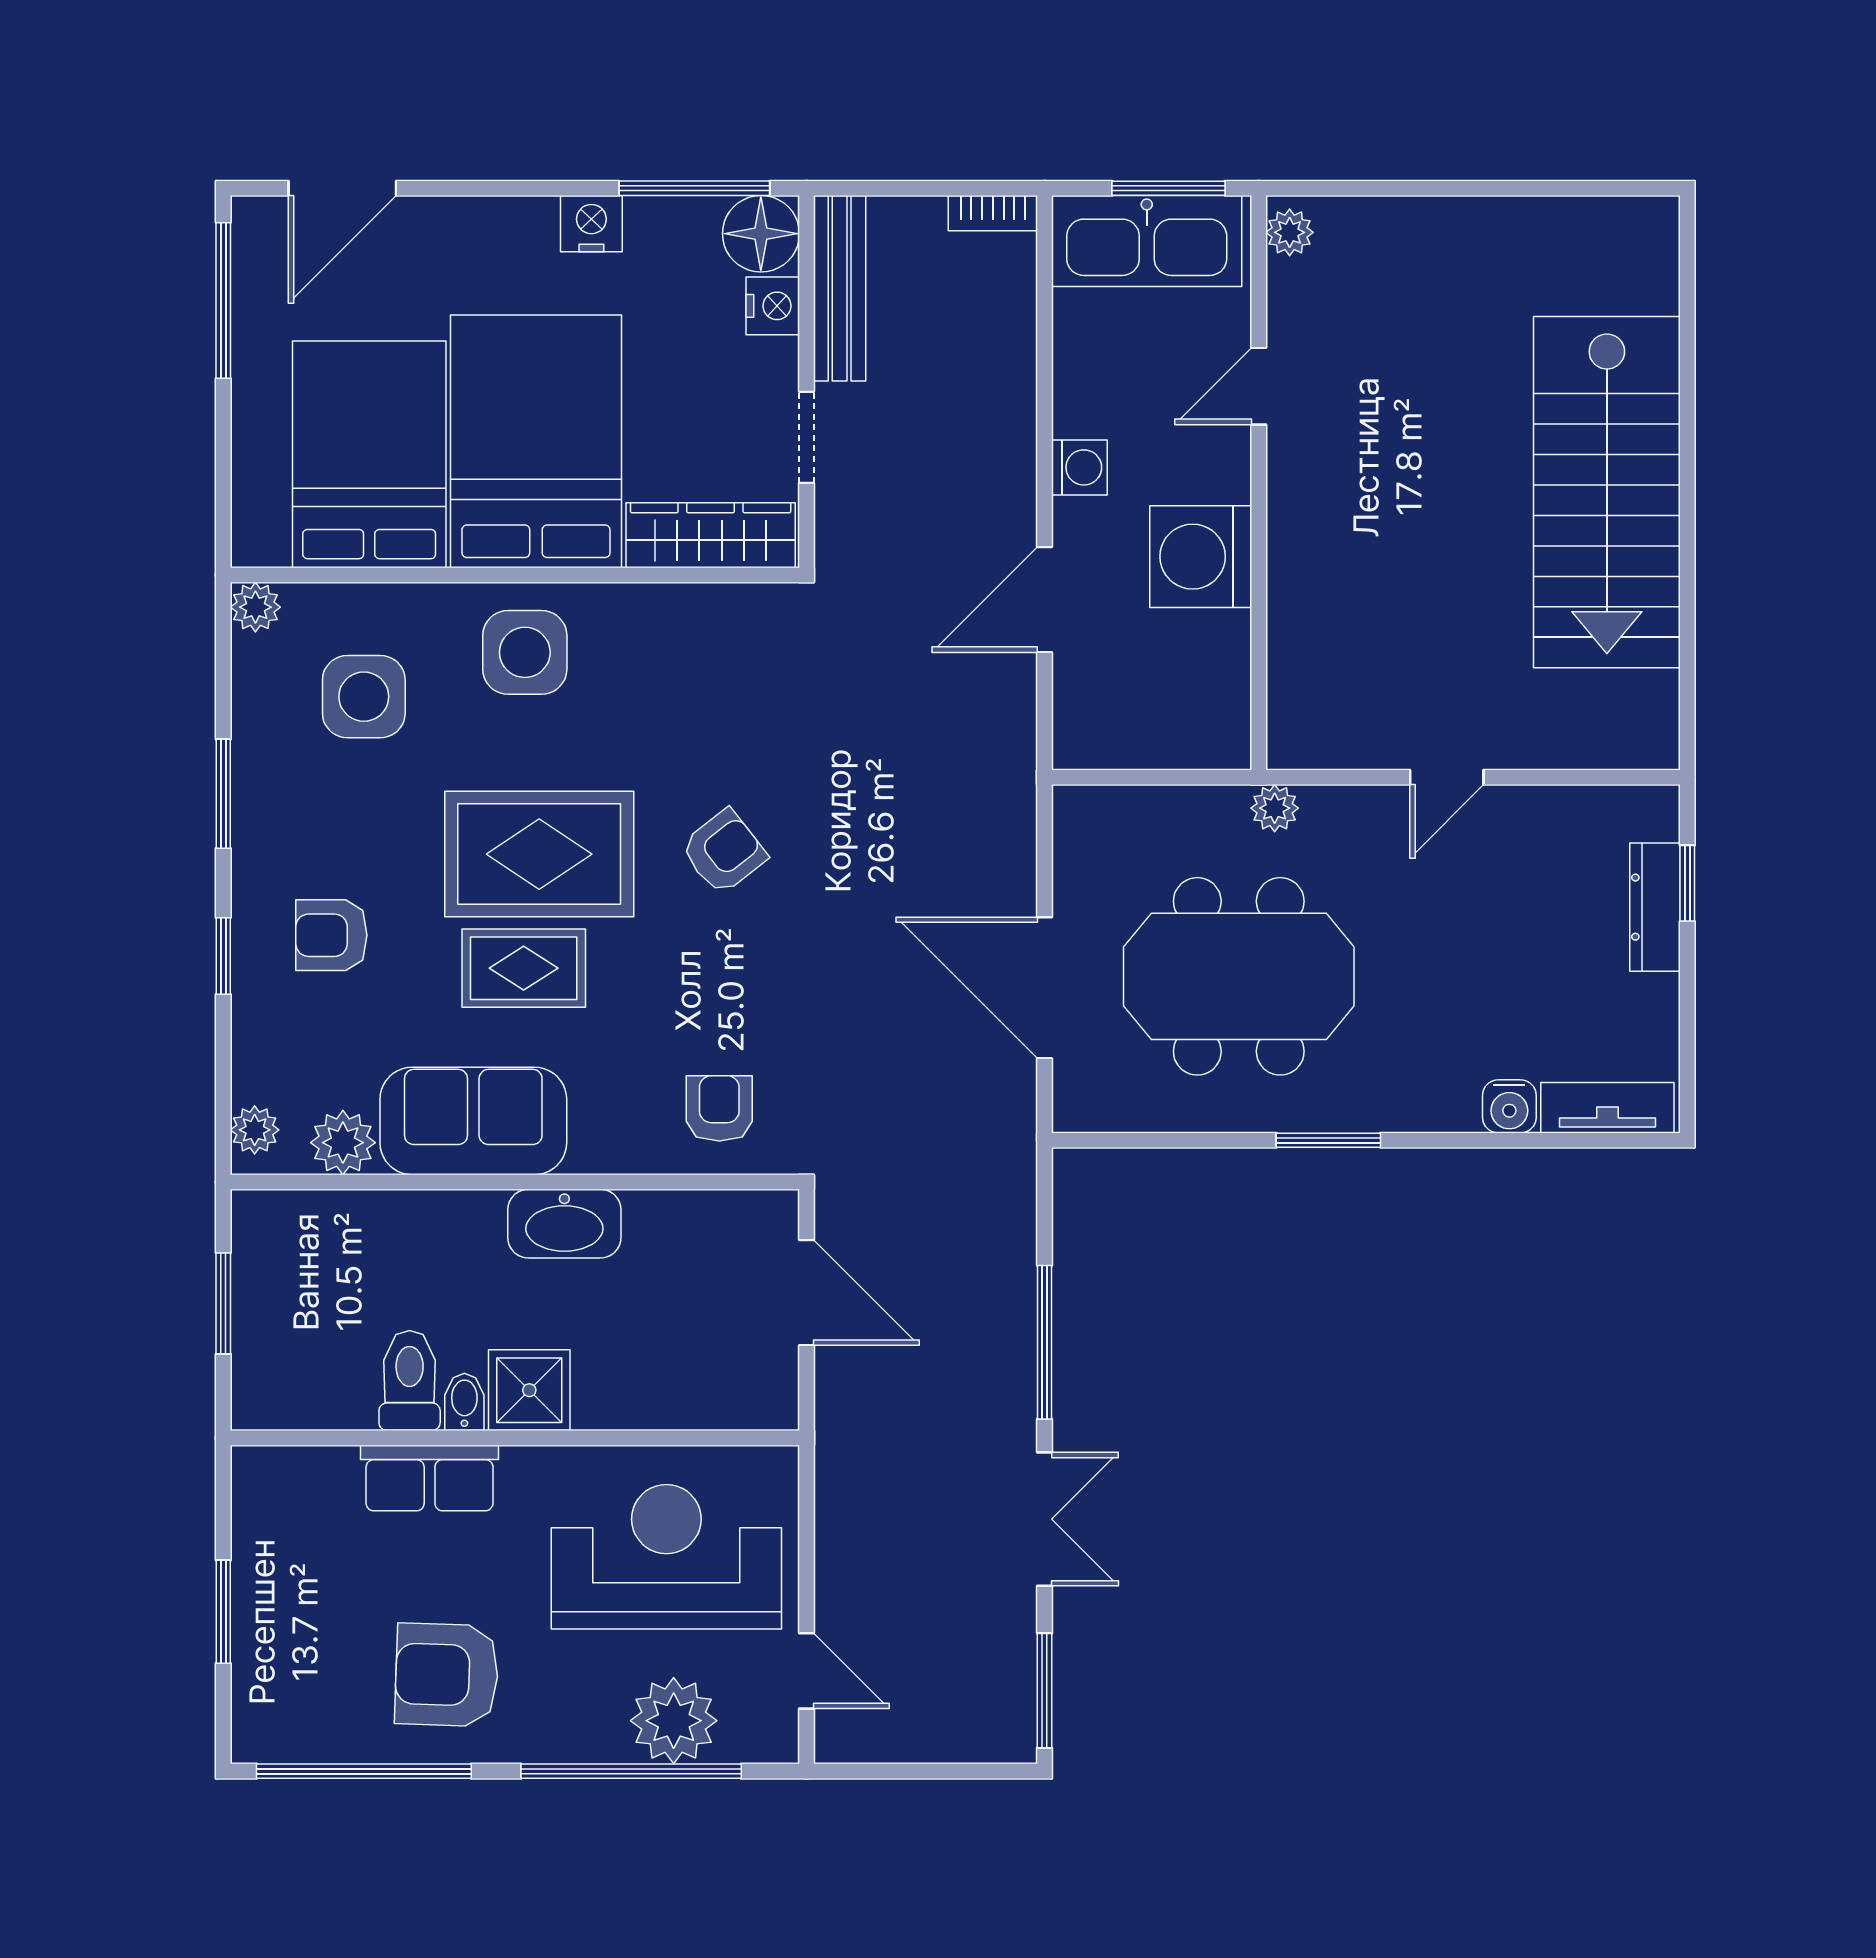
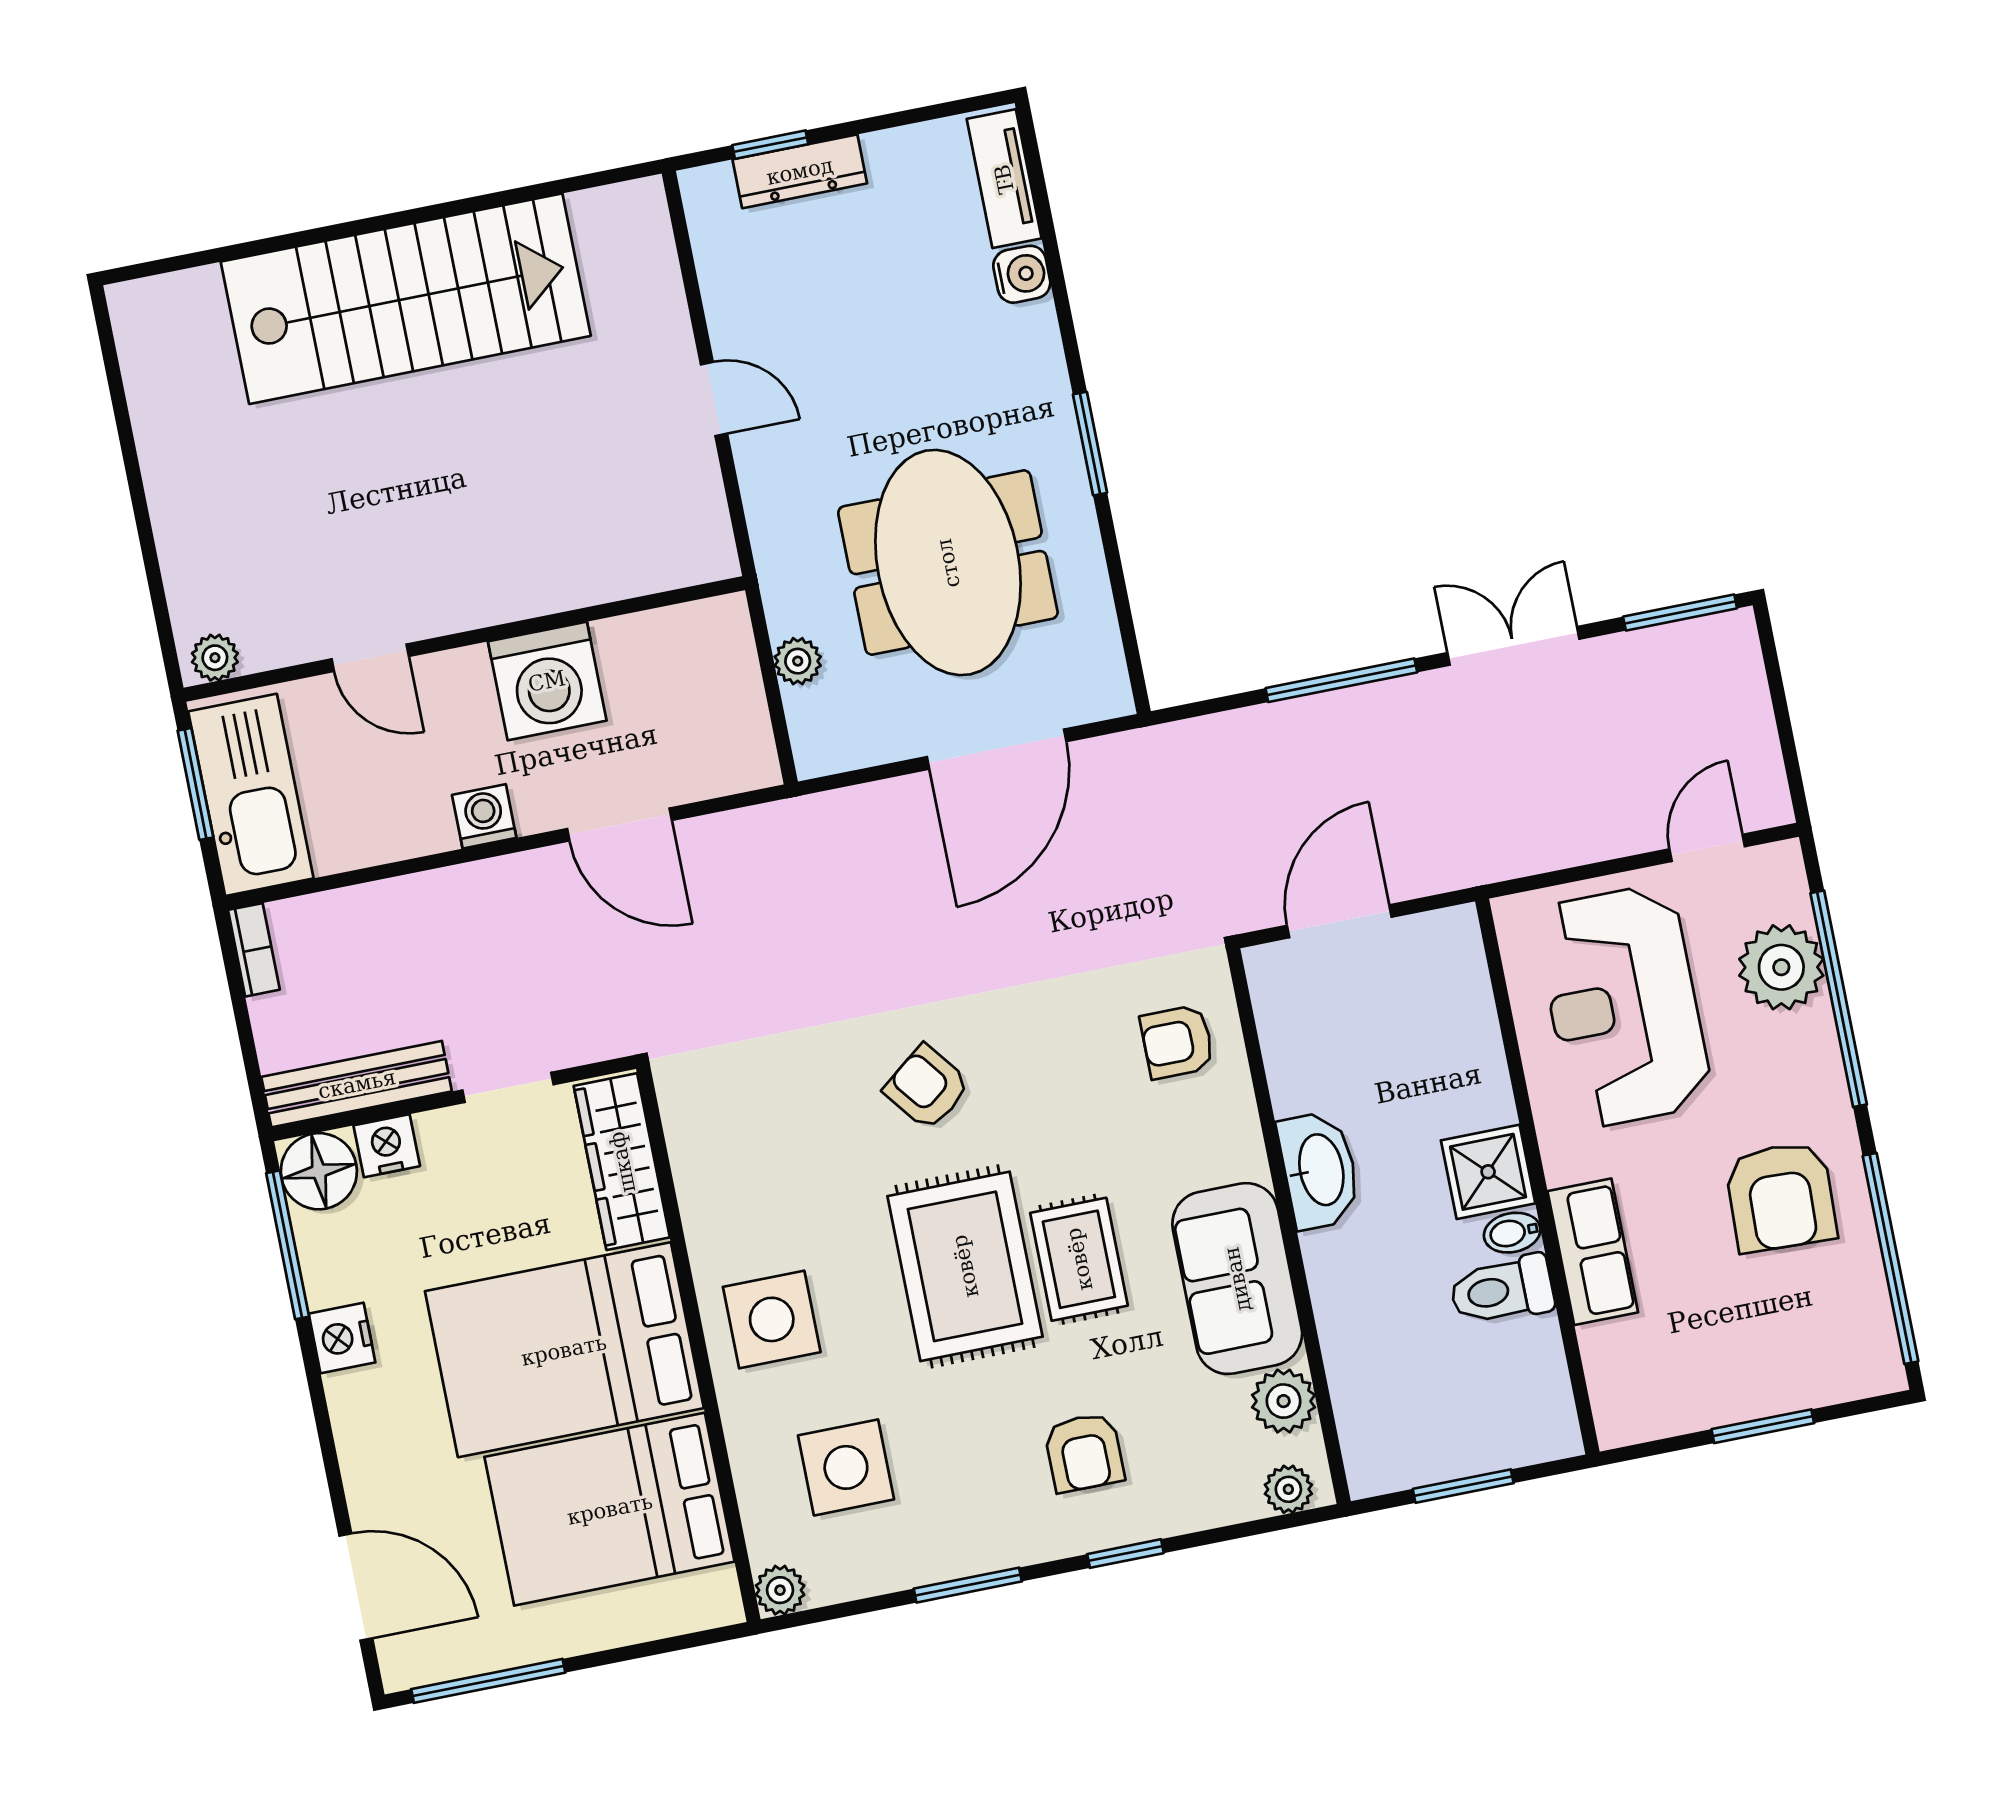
plant: (1275, 808) -> (798, 661), moved

